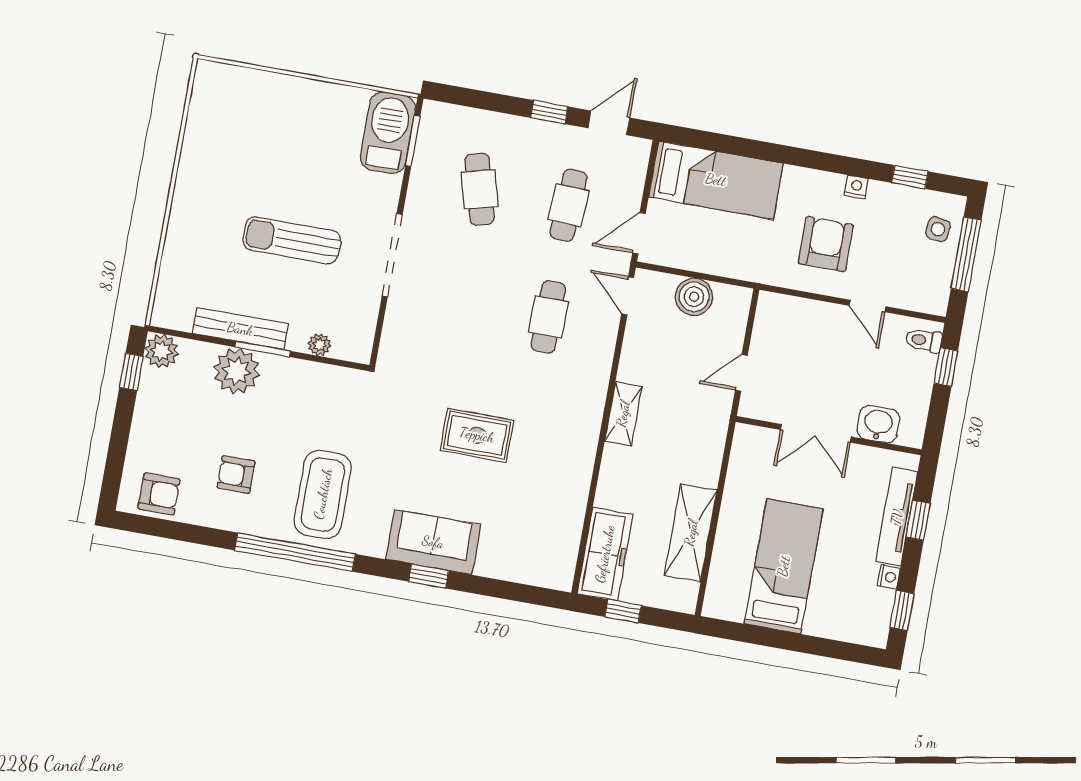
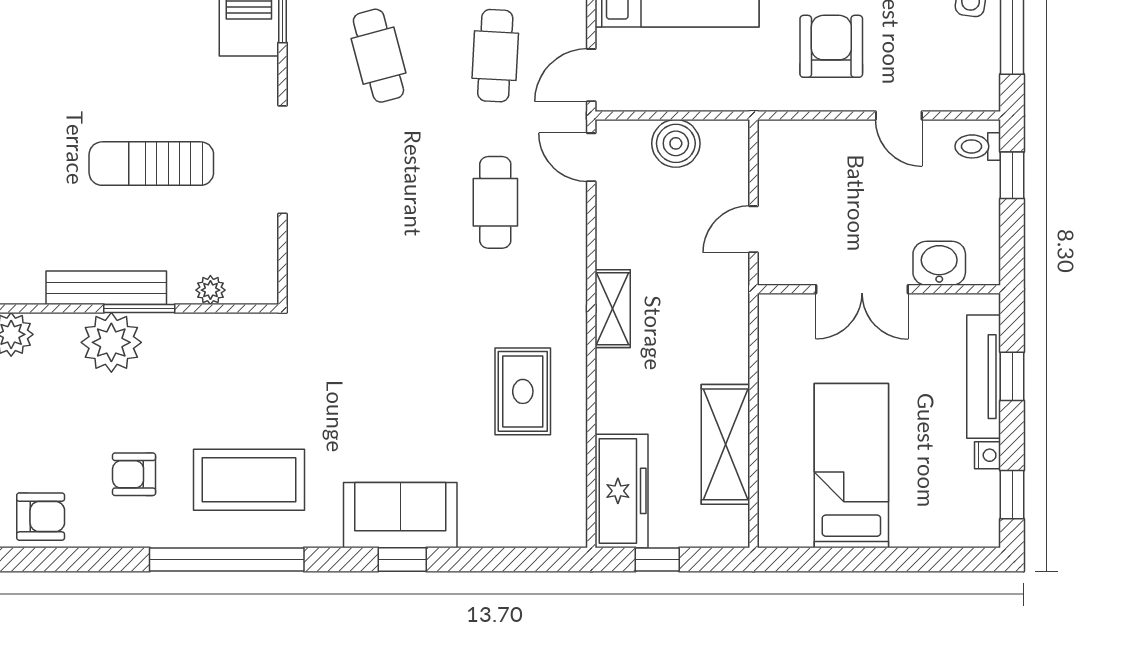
rug: (477, 435) -> (523, 391), moved, turned 90
coffee table: (323, 494) -> (249, 480), turned 90

